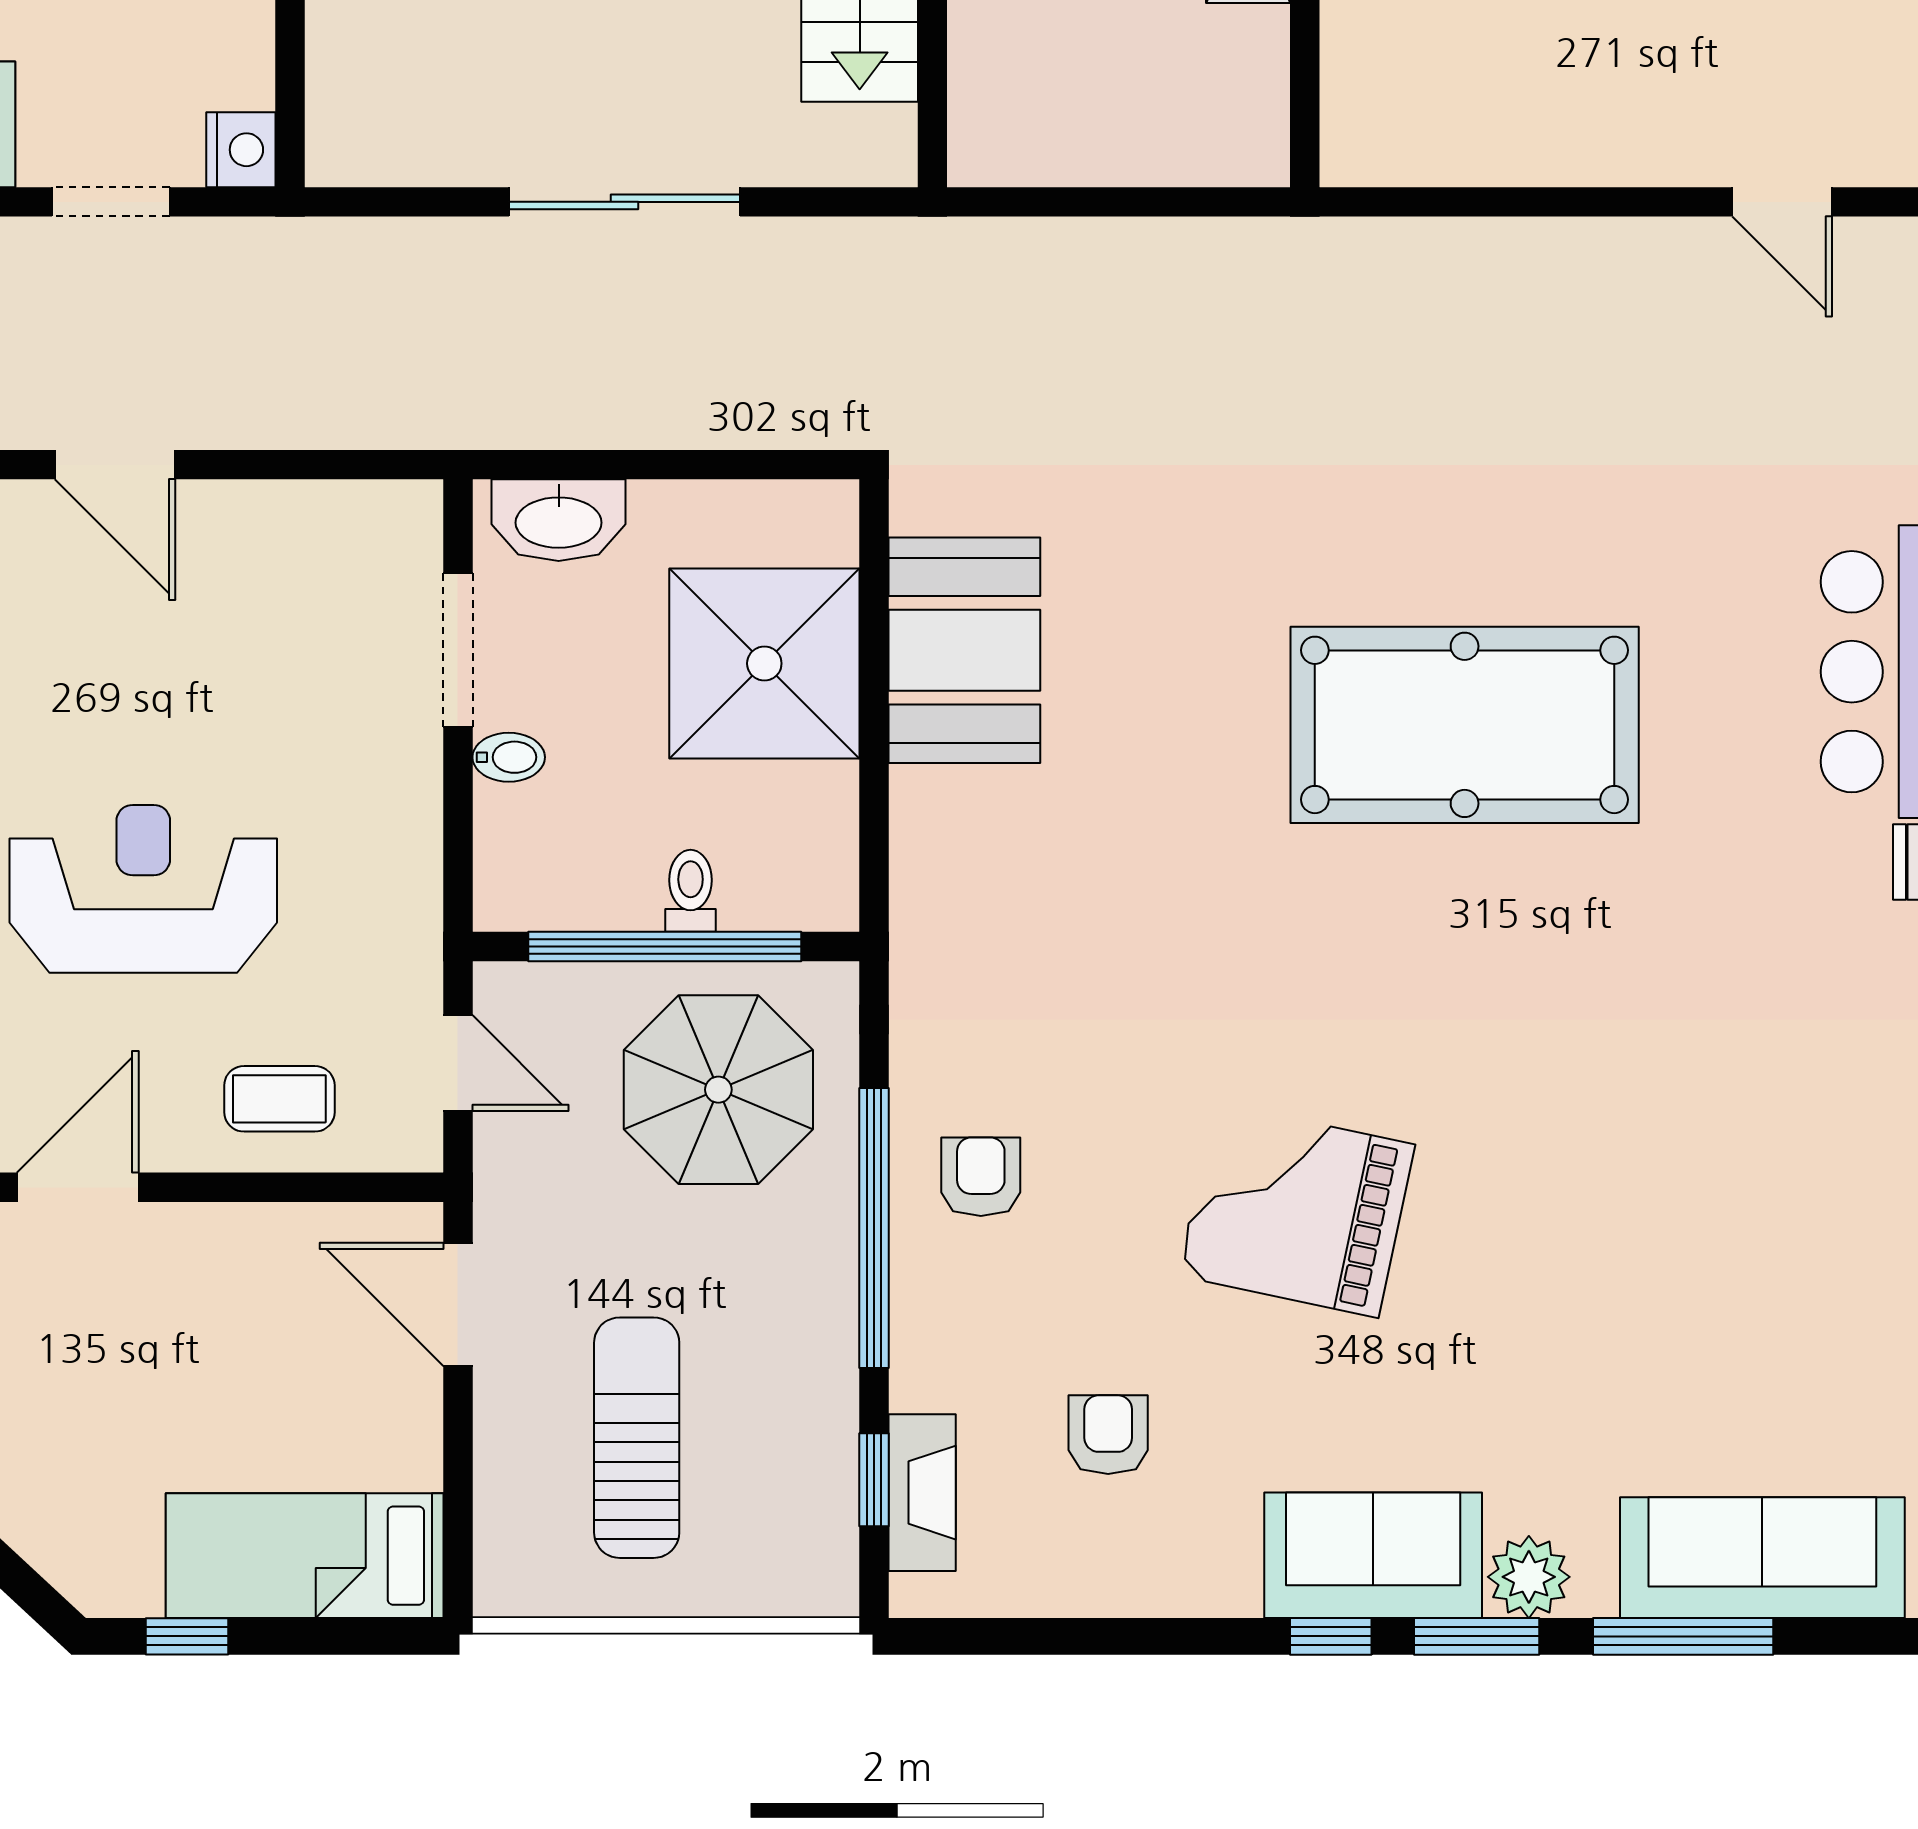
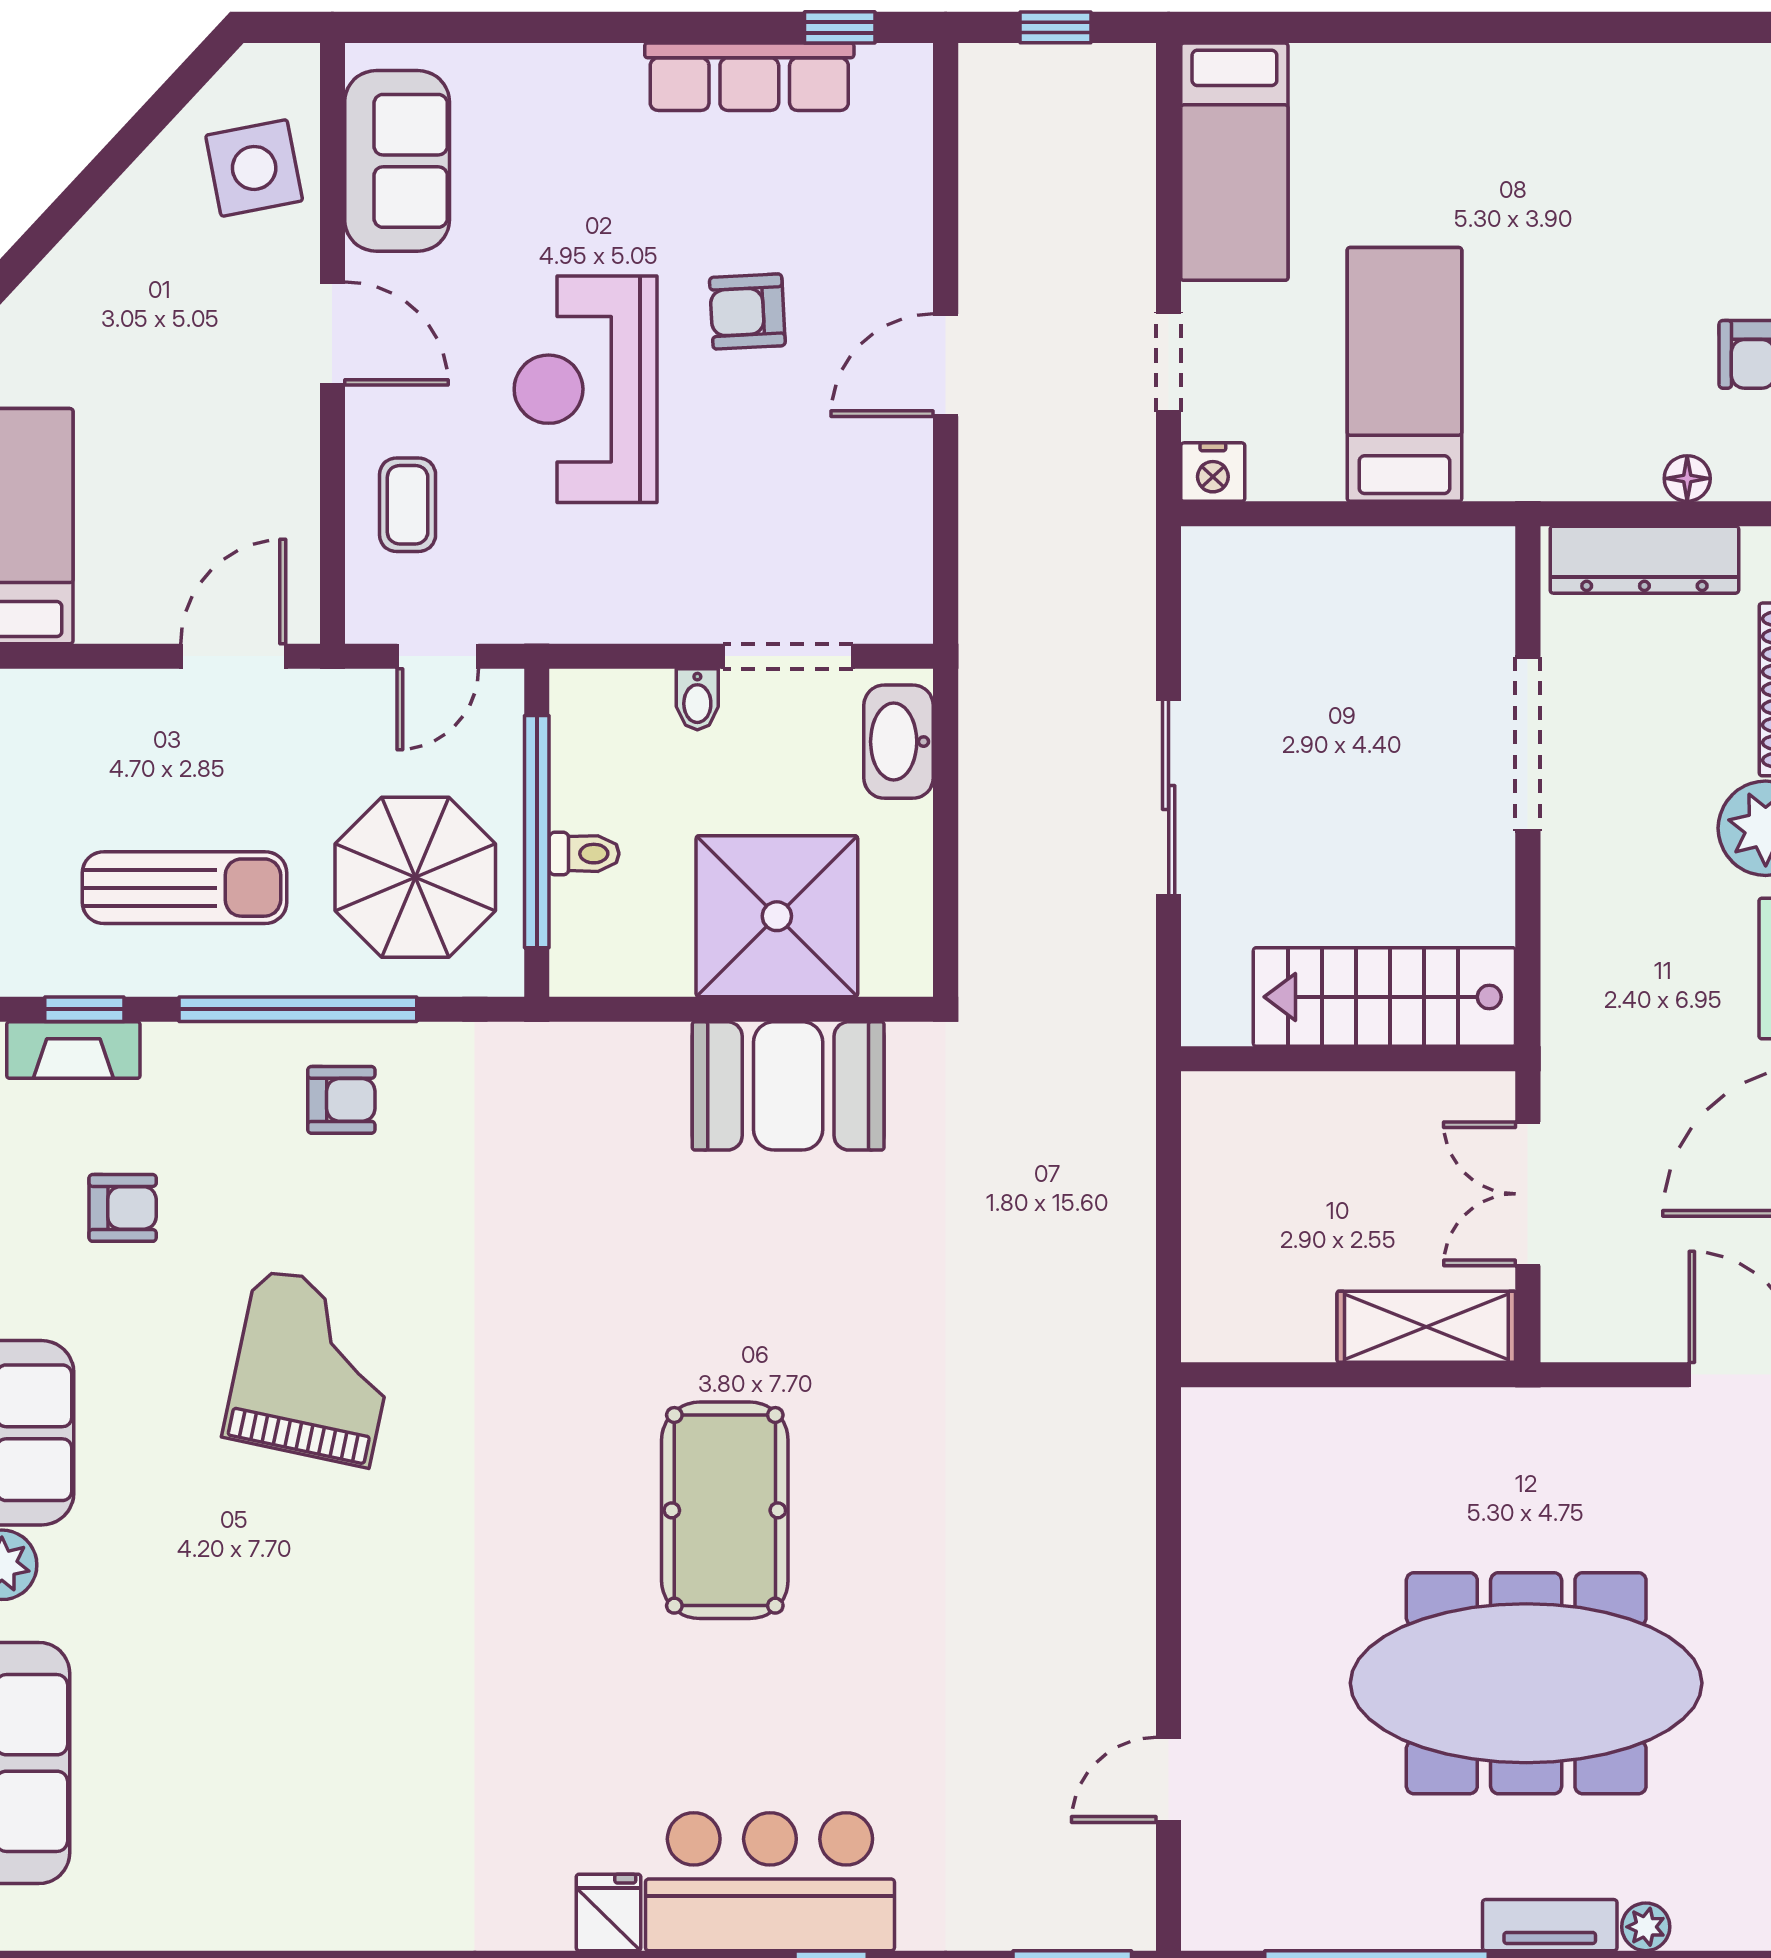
armchair: (52, 698) -> (747, 312), added
pool table: (1465, 725) -> (725, 1510), width x0.73, depth x0.76
reception desk: (143, 889) -> (586, 389), turned 180
sun lounger: (637, 1438) -> (184, 888), moved

